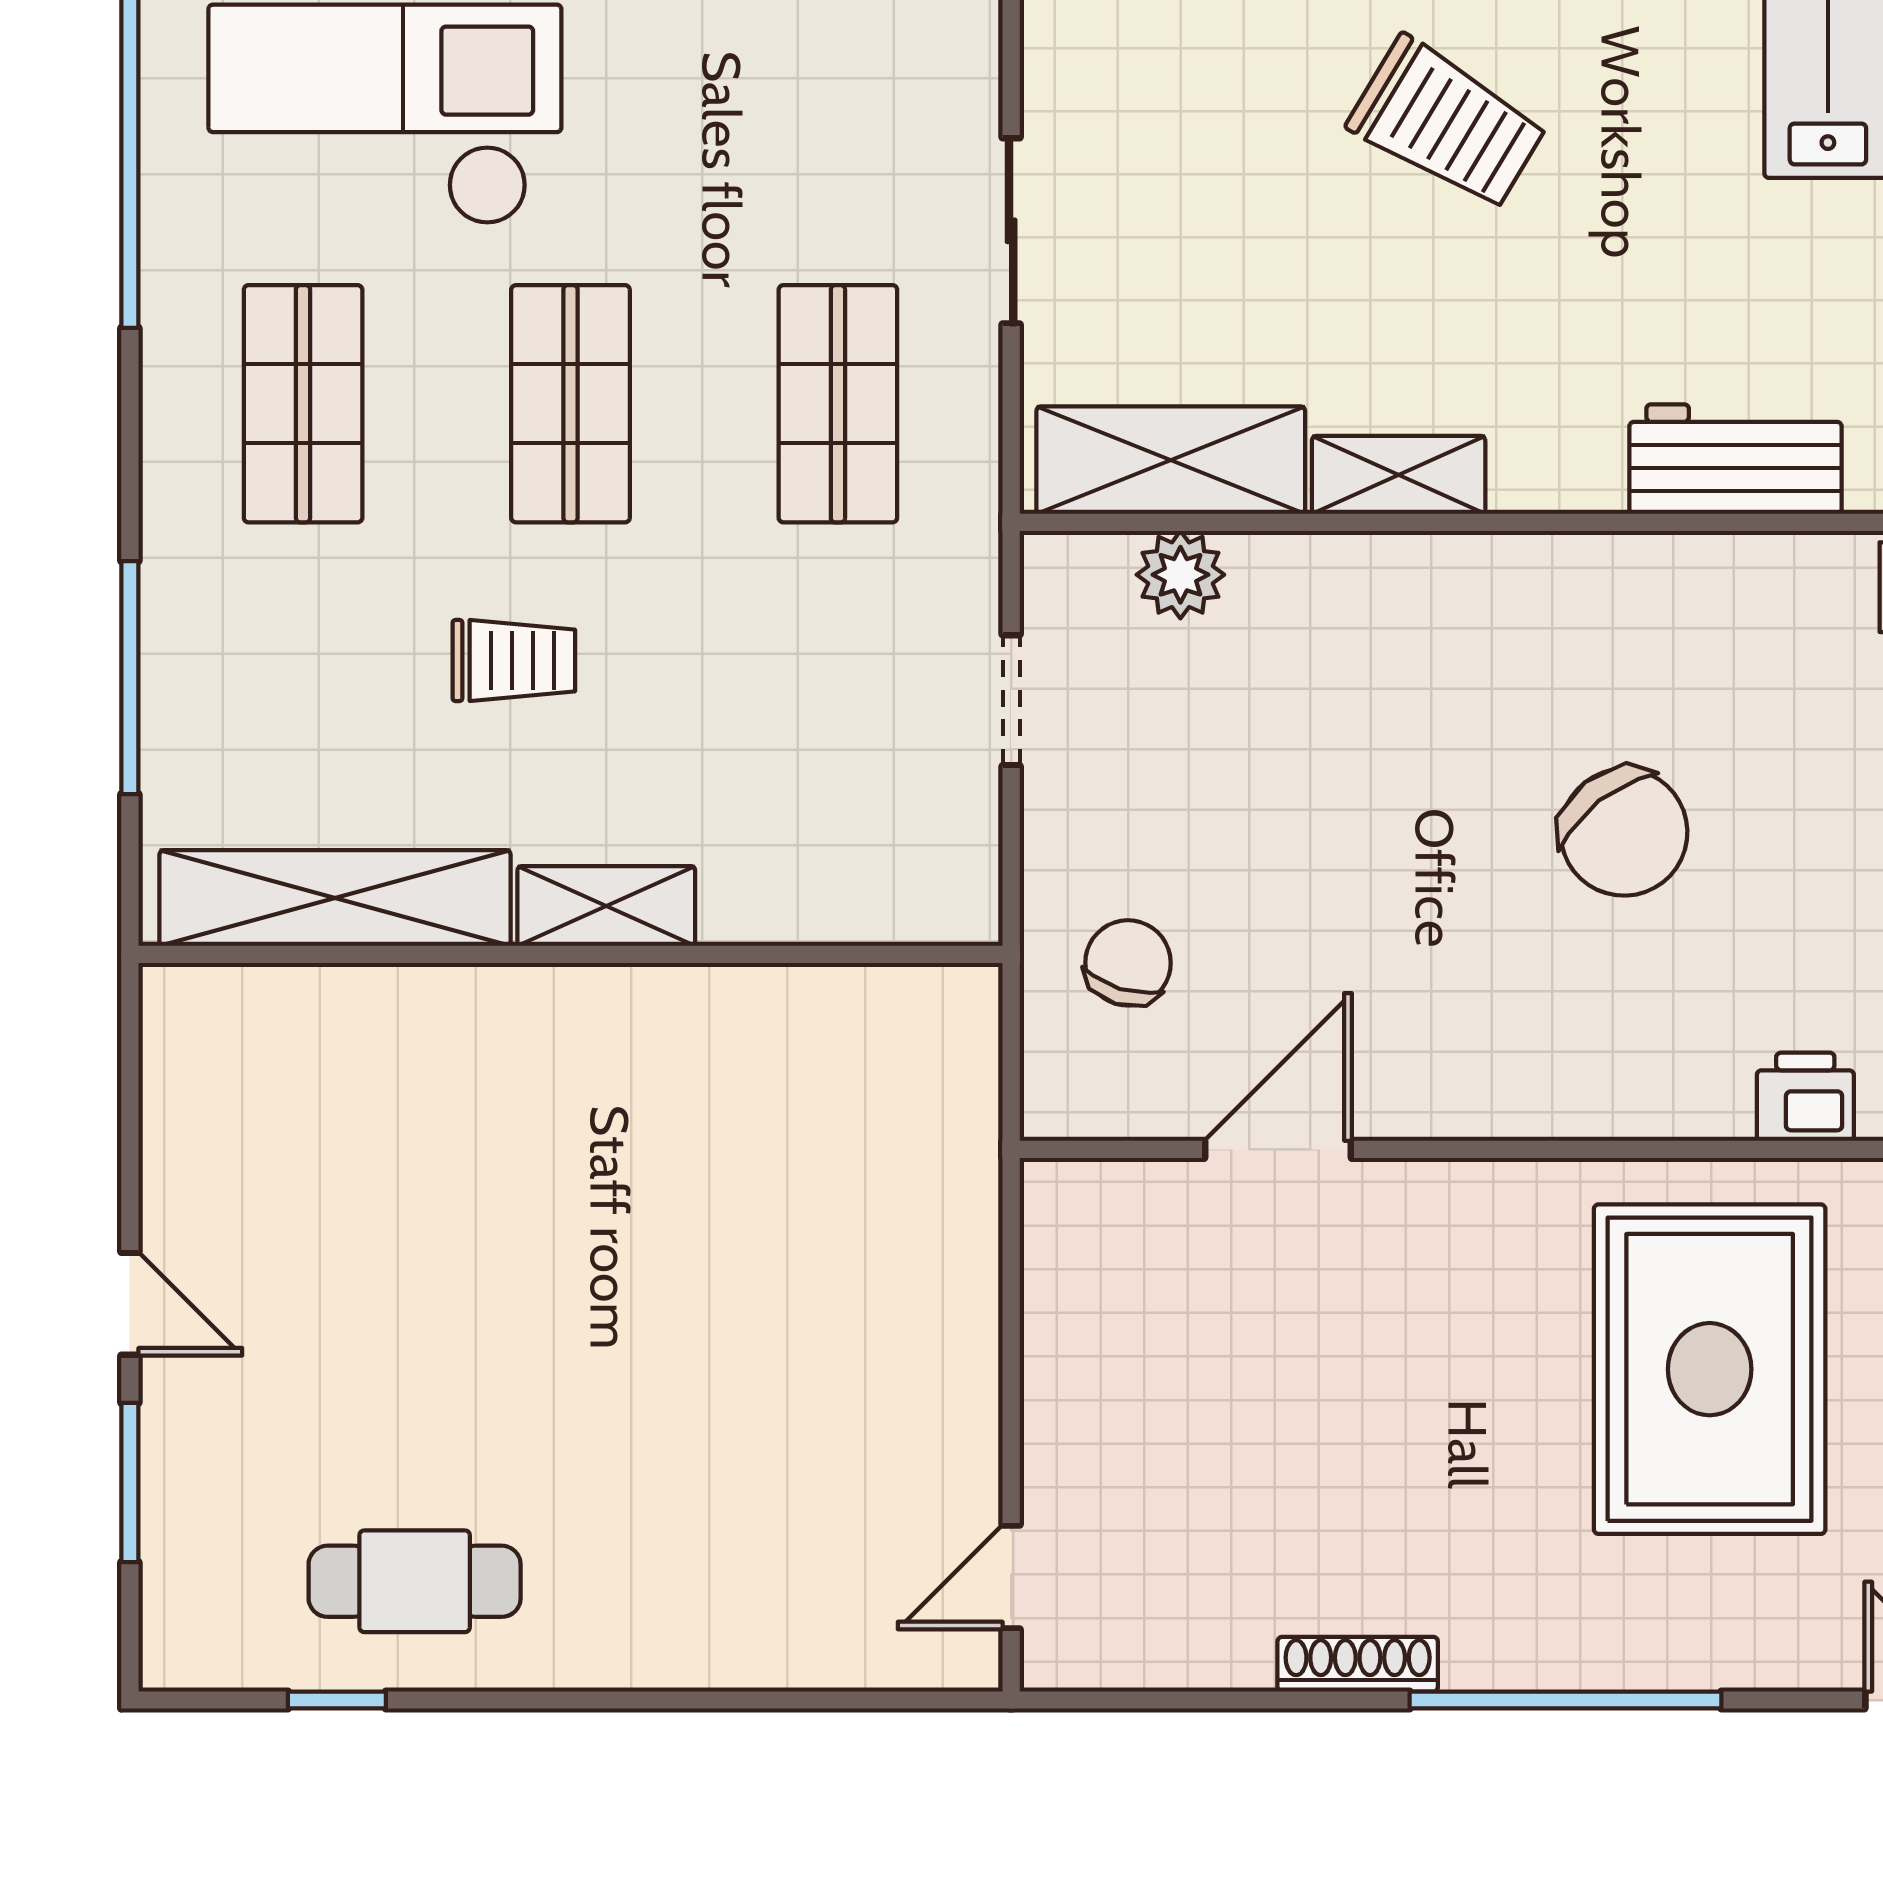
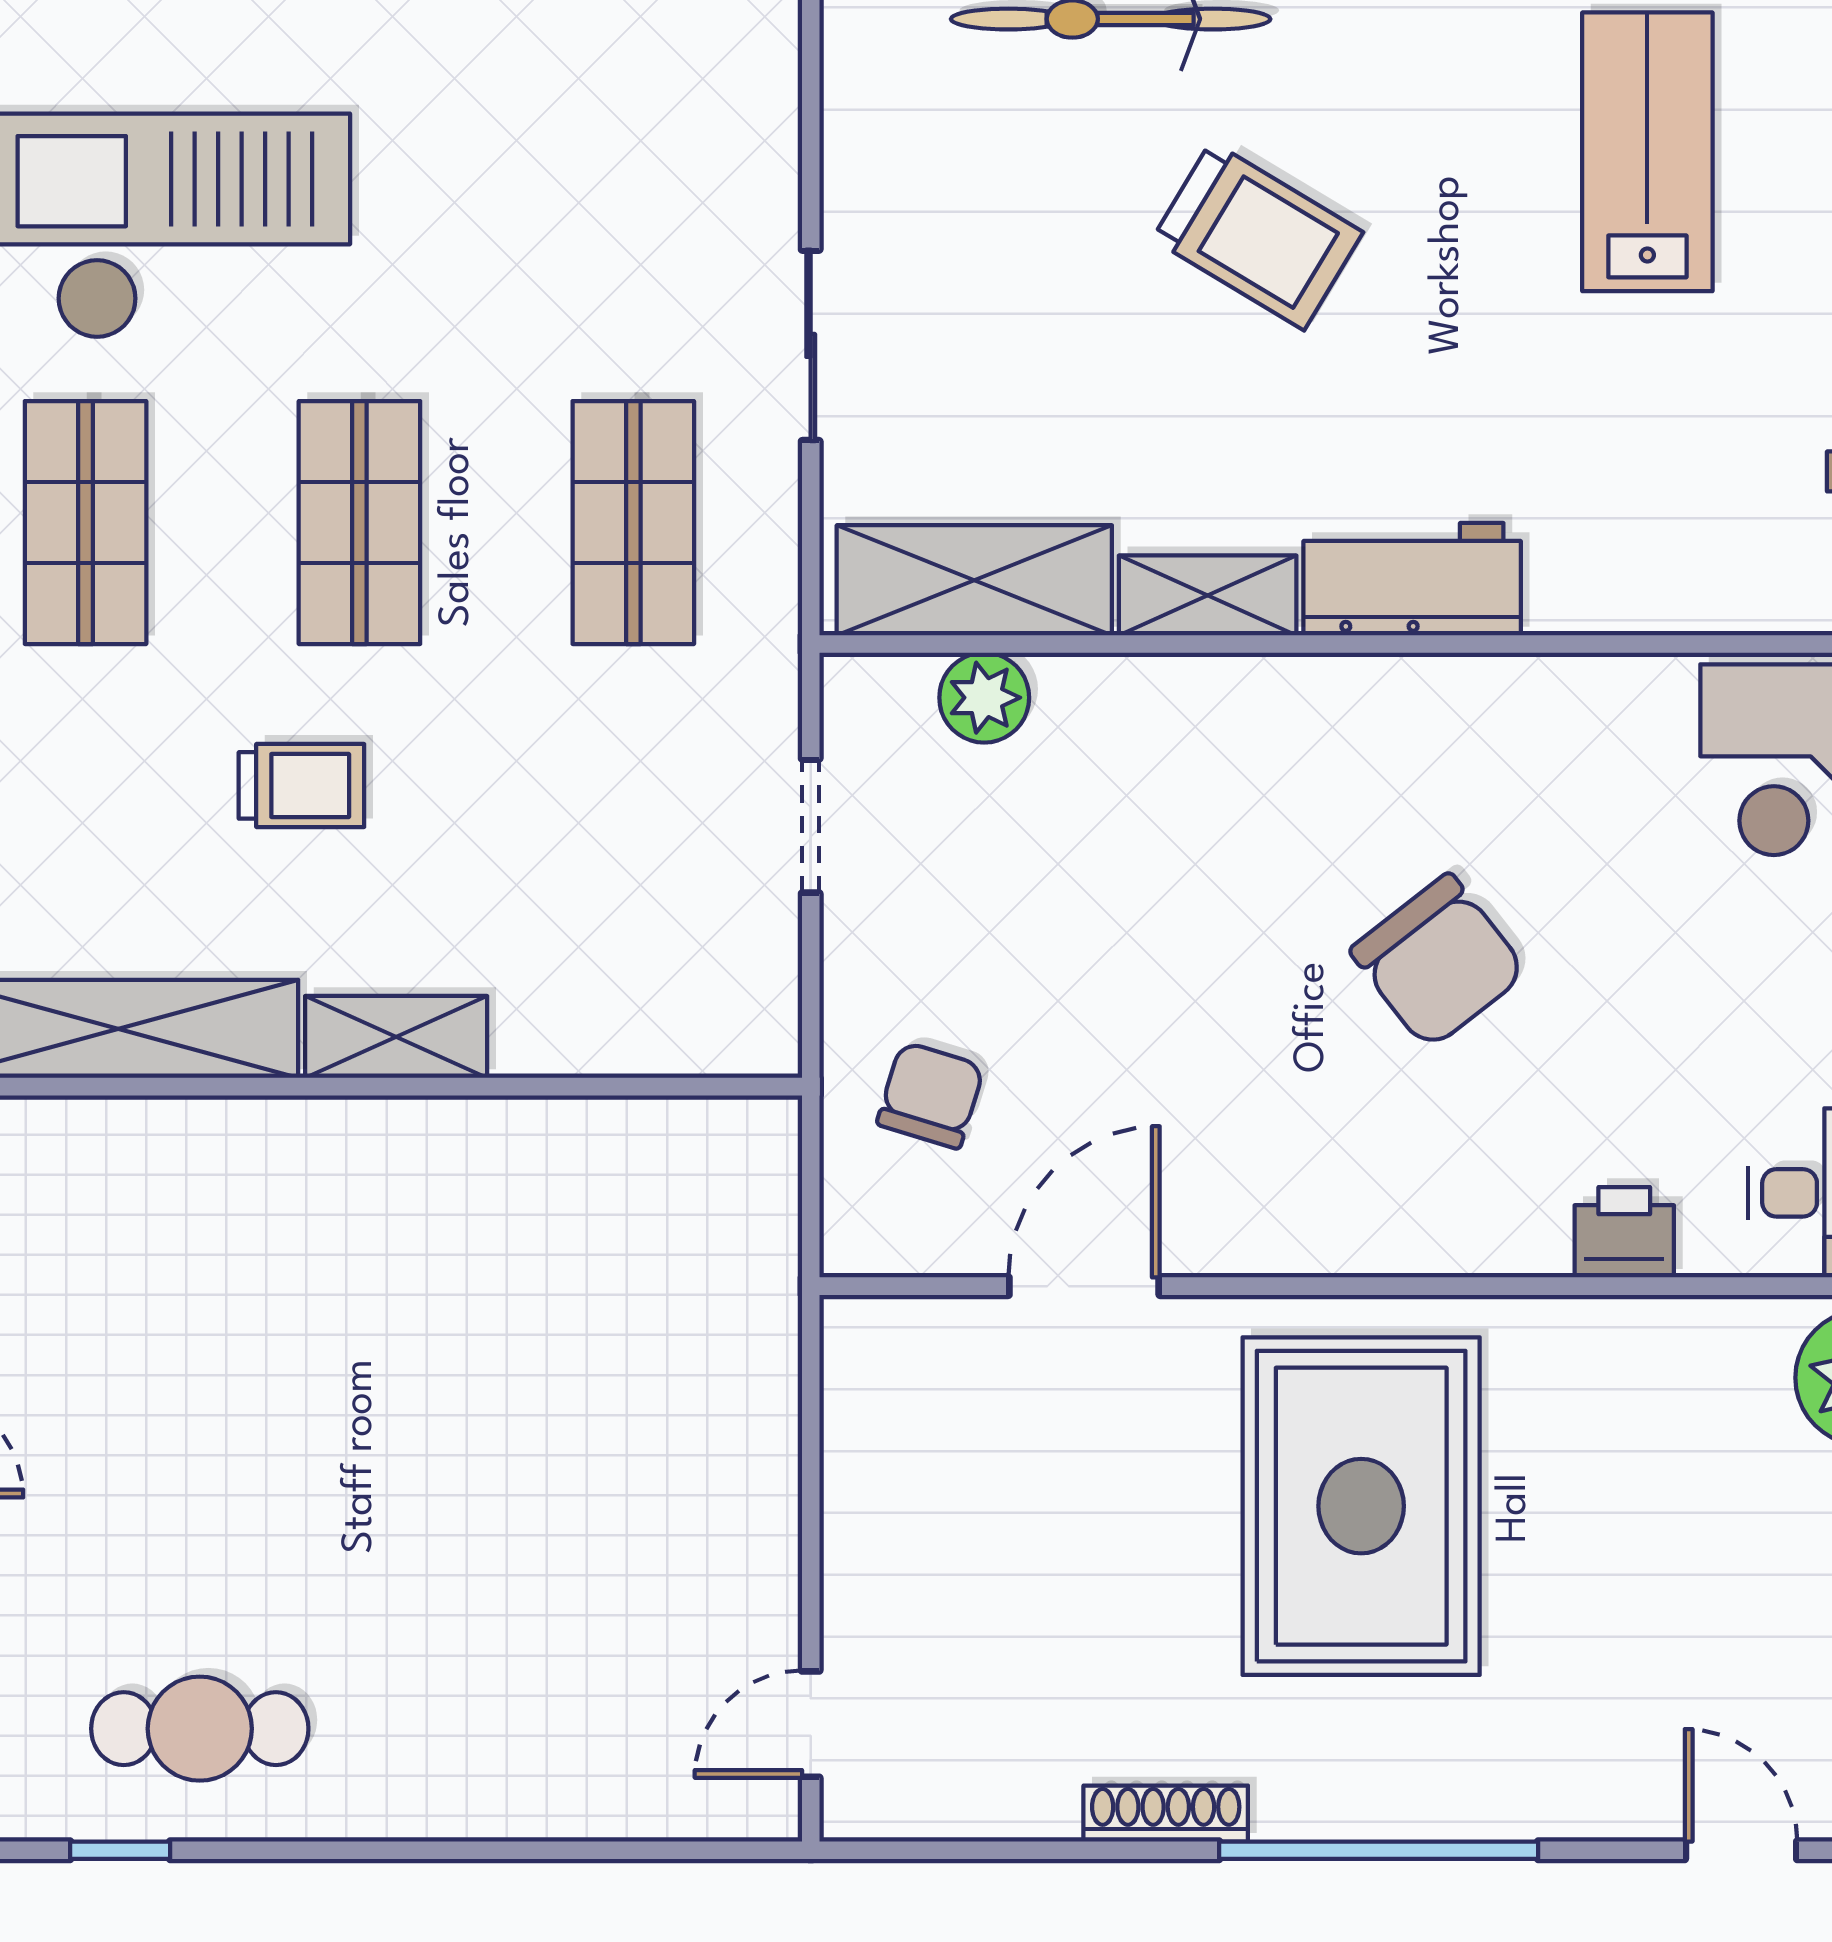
workbench: (1736, 459) -> (1412, 579), moved
rug: (1710, 1369) -> (1361, 1506), moved

